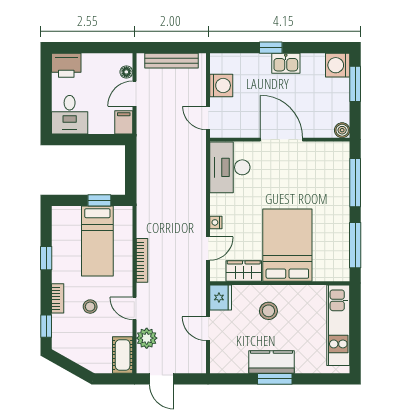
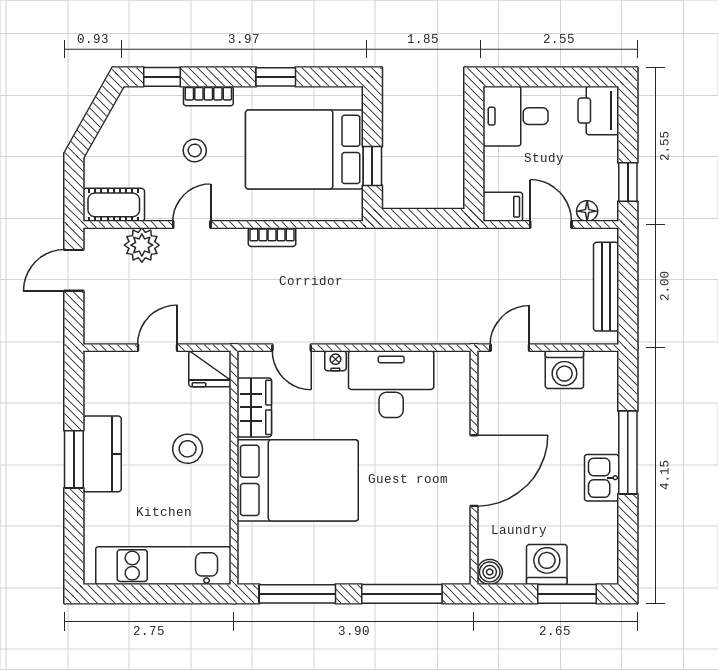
window: (109, 48) -> (628, 182), added
window: (271, 48) -> (628, 452), width x2.17
washing machine: (338, 65) -> (547, 564), moved
desk: (230, 167) -> (391, 384), moved
bed: (97, 241) -> (304, 149), width x1.50
bookcase: (142, 260) -> (272, 237), width x0.64

